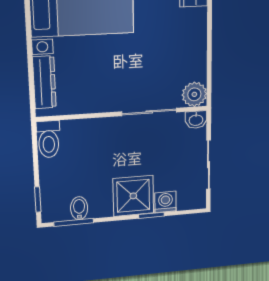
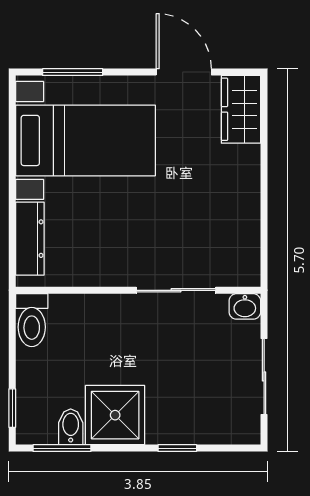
plant: (194, 94) -> (242, 269), removed
shower: (133, 196) -> (115, 415), moved
washing machine: (165, 202) -> (199, 429), removed

